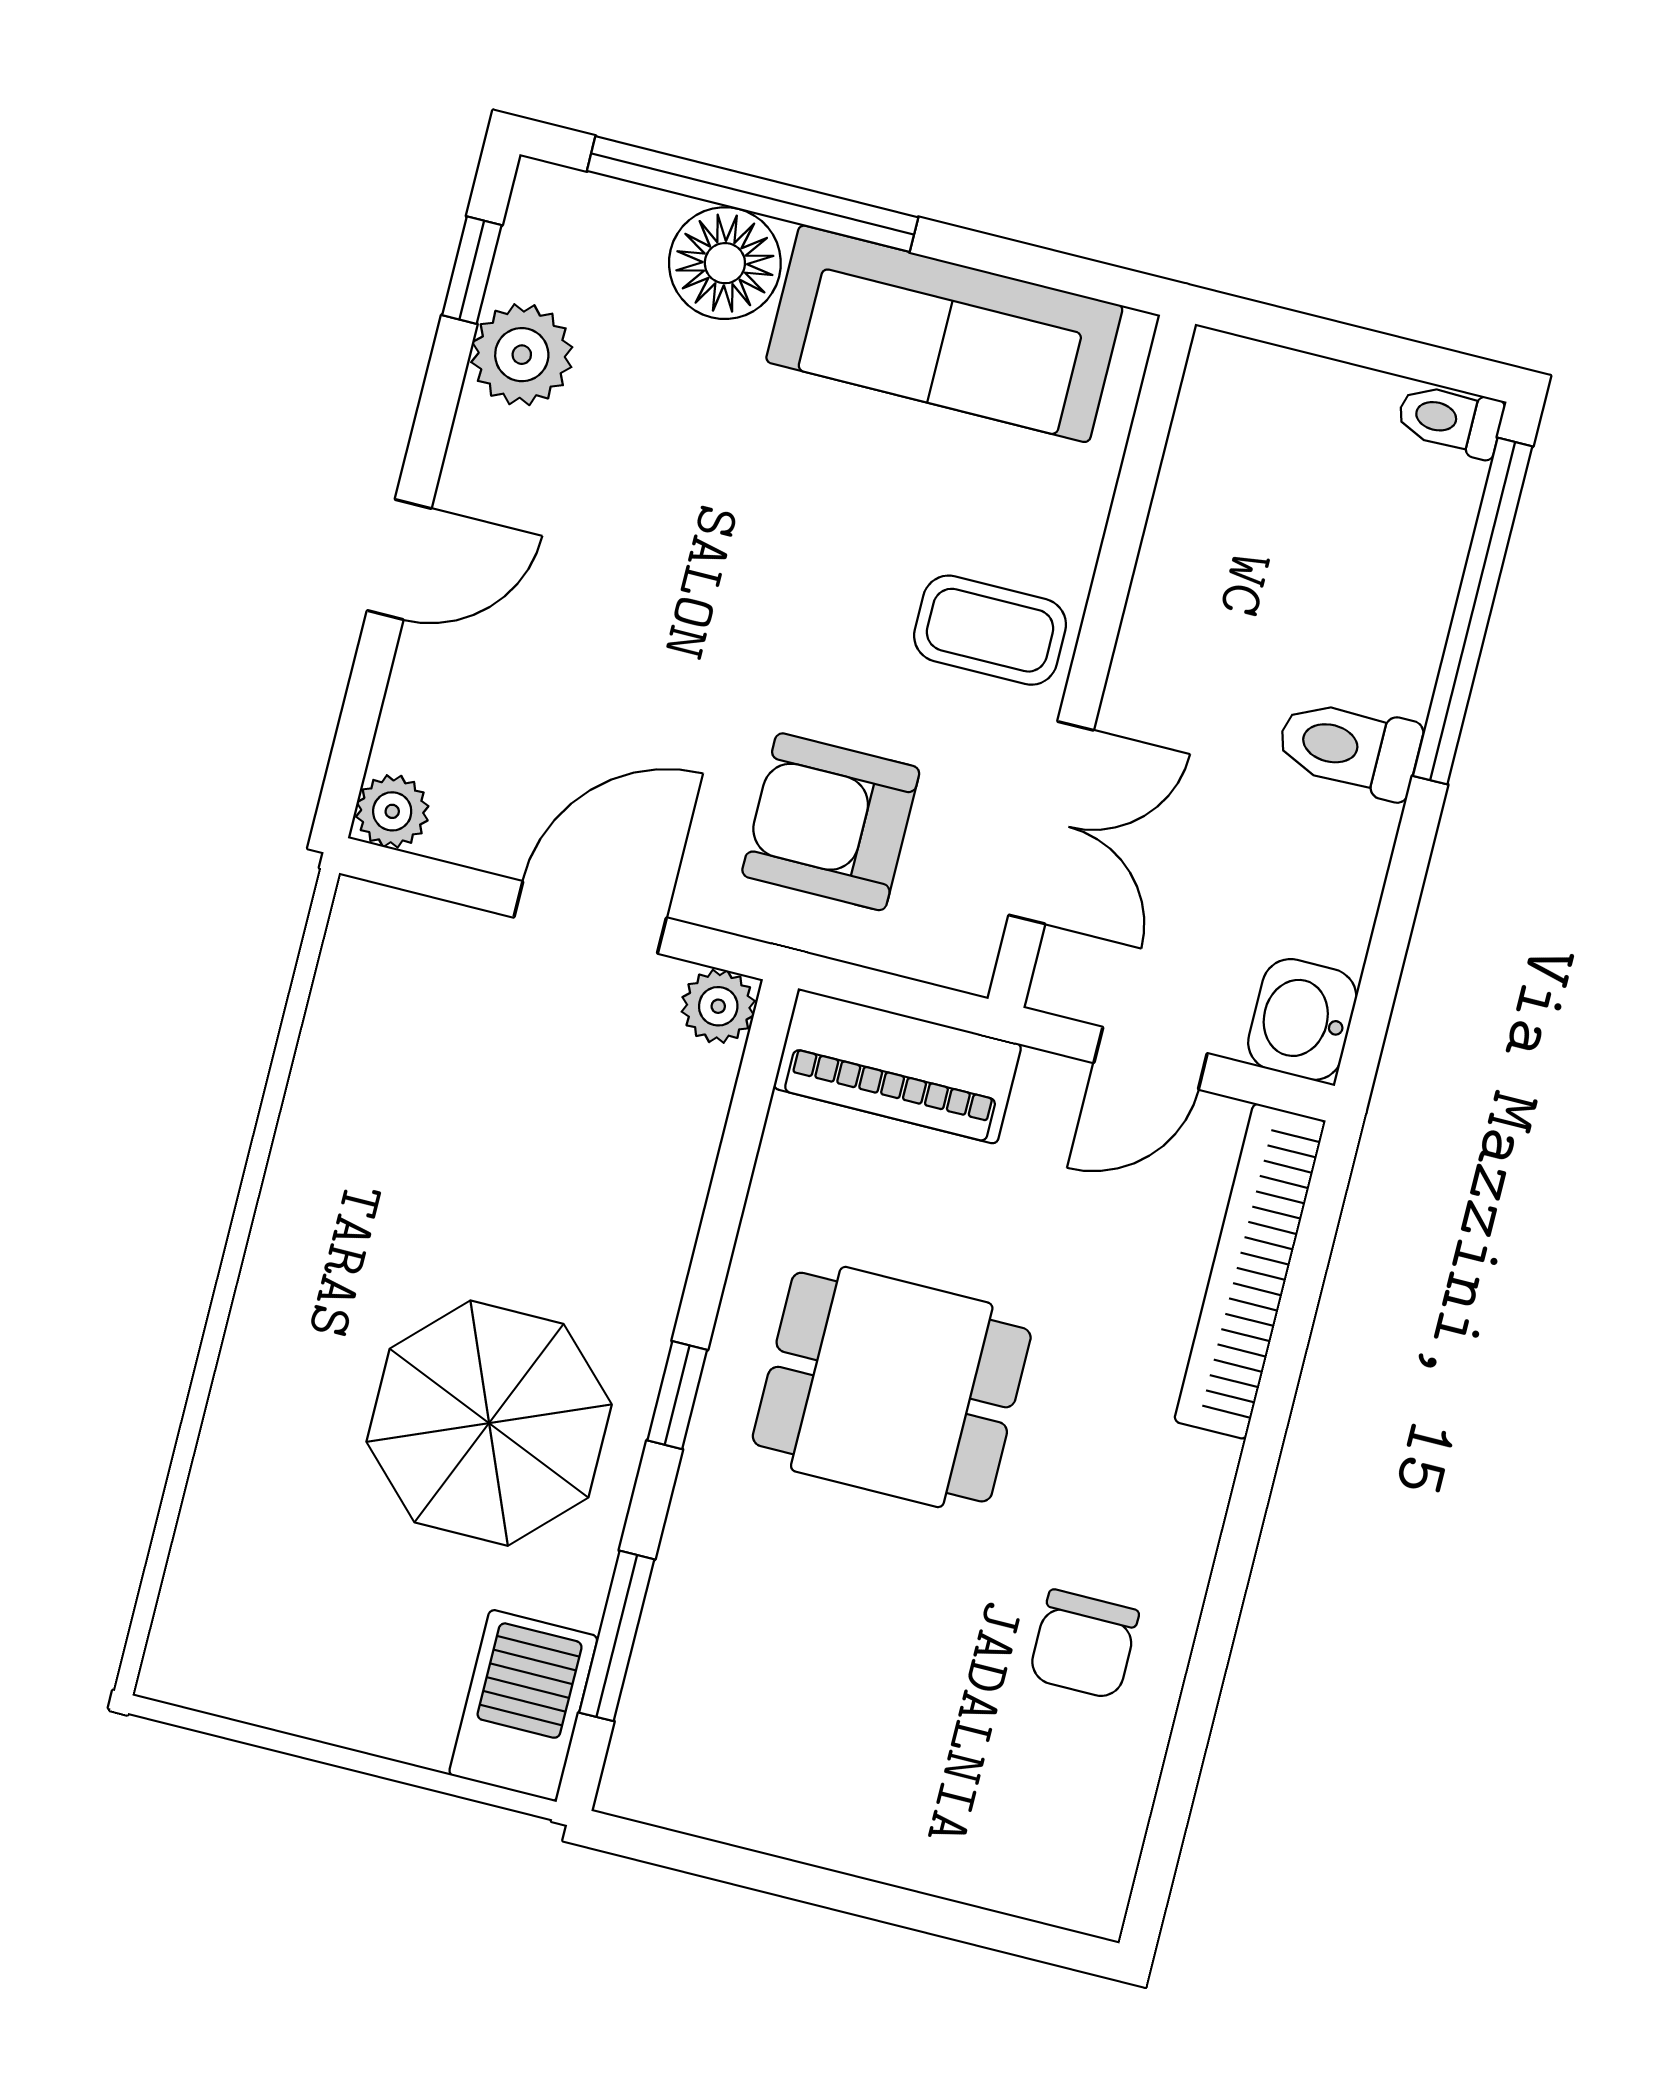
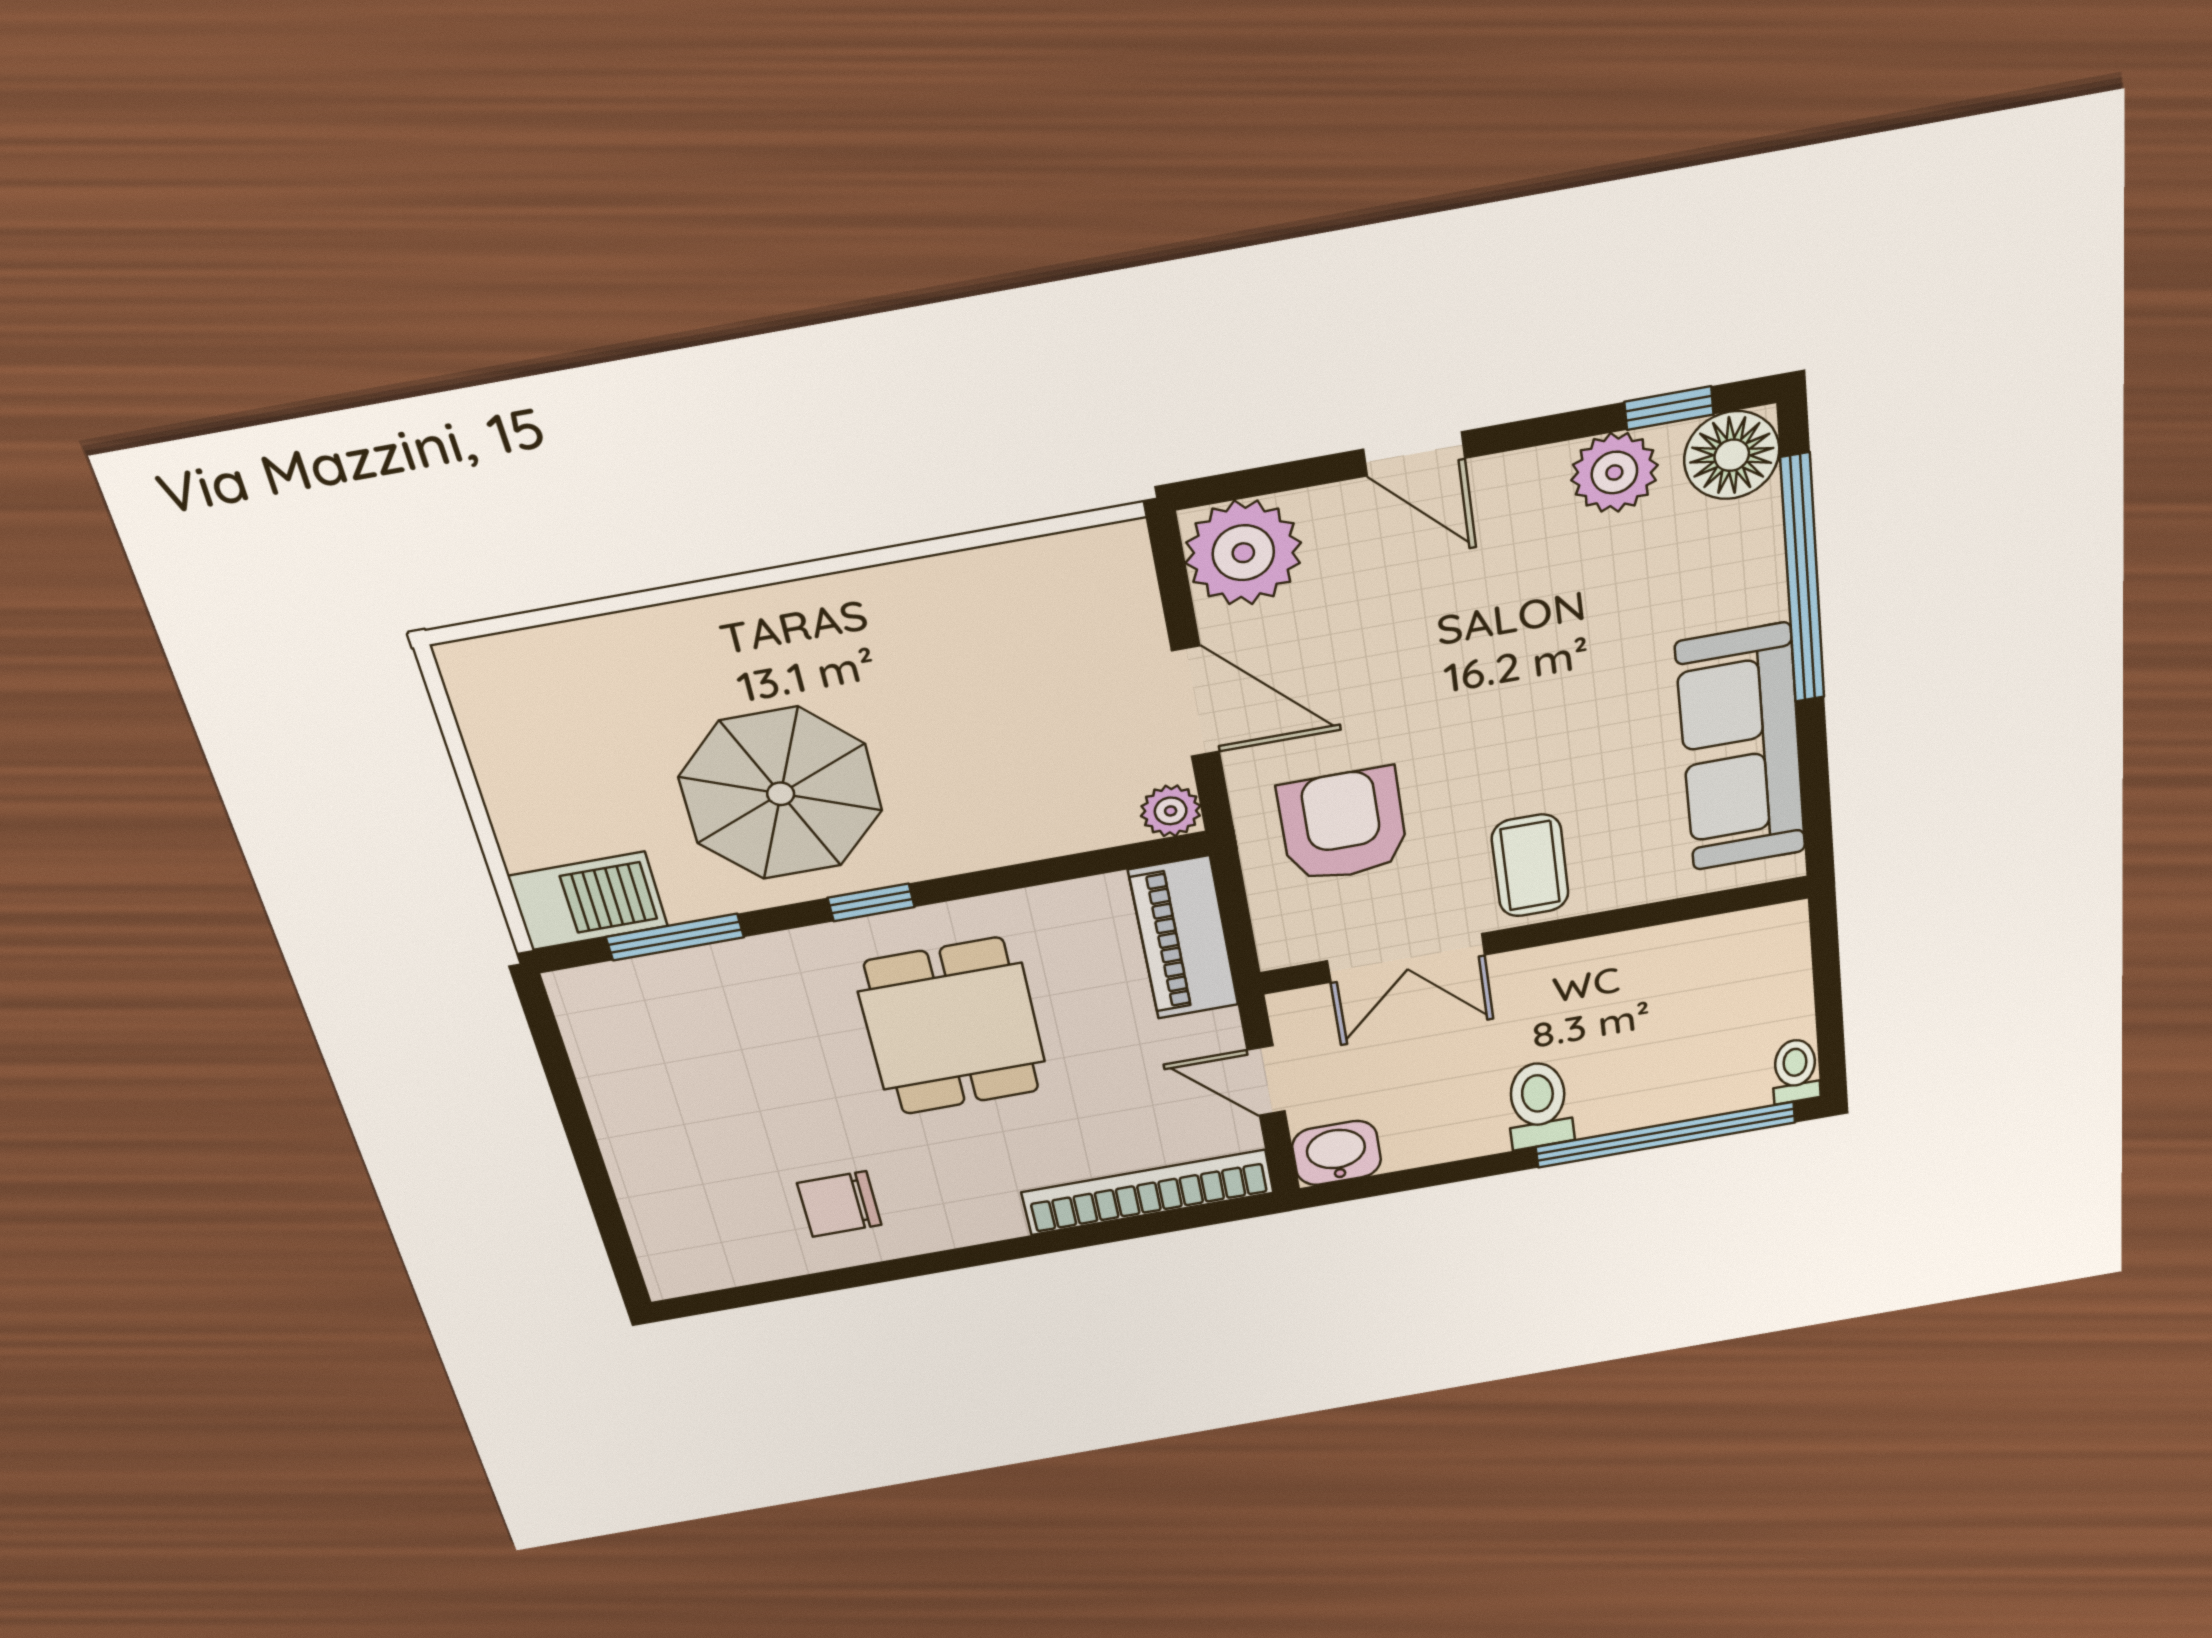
floor lamp: (725, 263) -> (1732, 455), moved
plant: (392, 811) -> (1243, 553), width x1.88, depth x1.88

